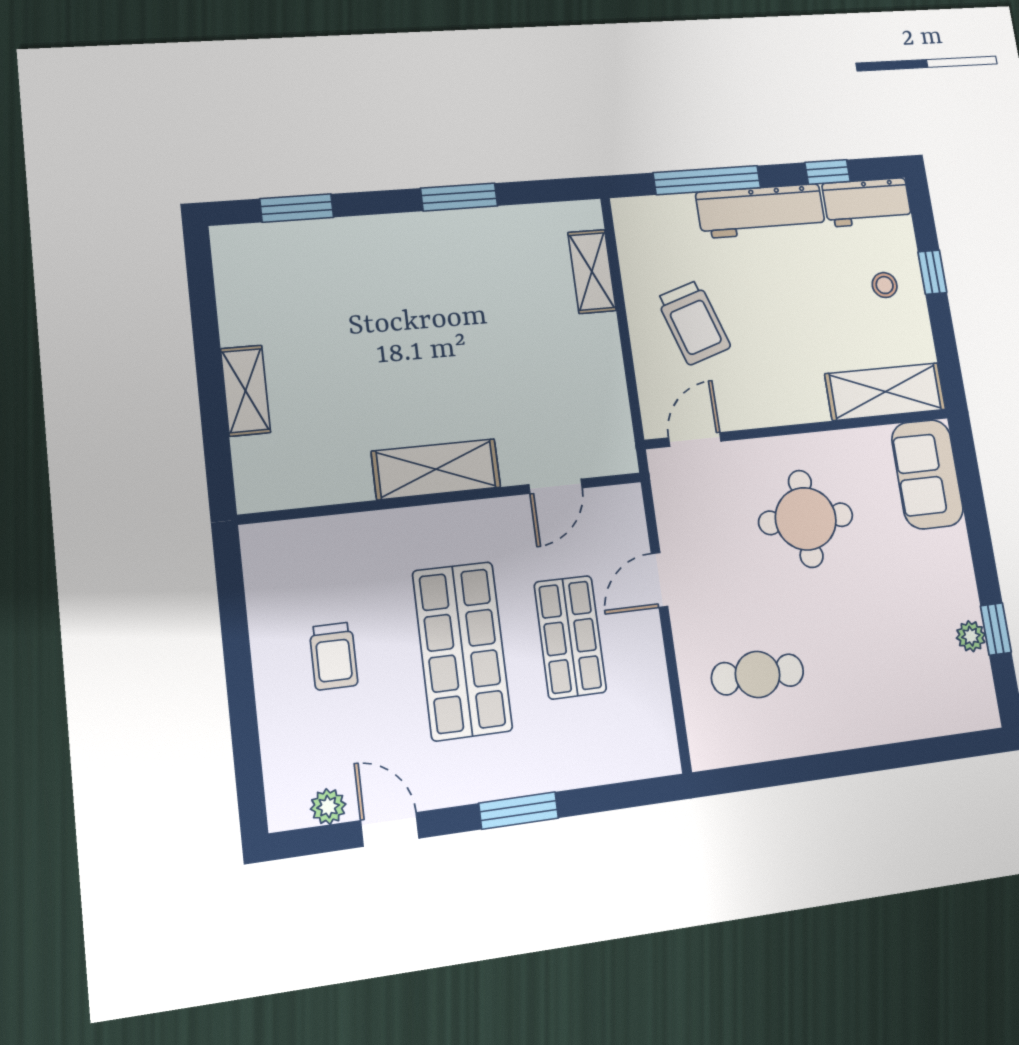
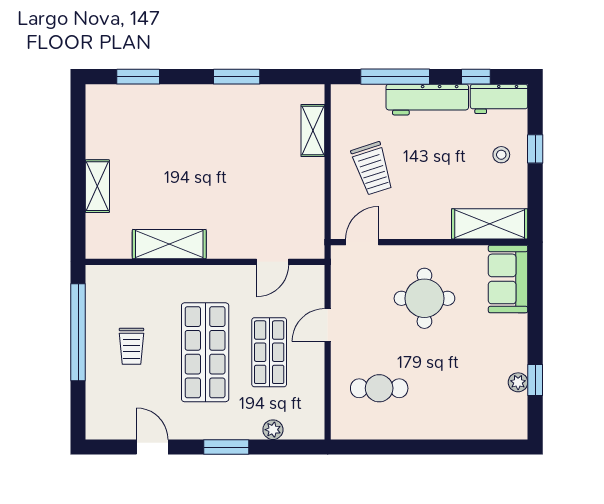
shelving: (436, 469) -> (169, 244), moved
window: (236, 643) -> (78, 332), added
plant: (328, 807) -> (273, 430), moved

